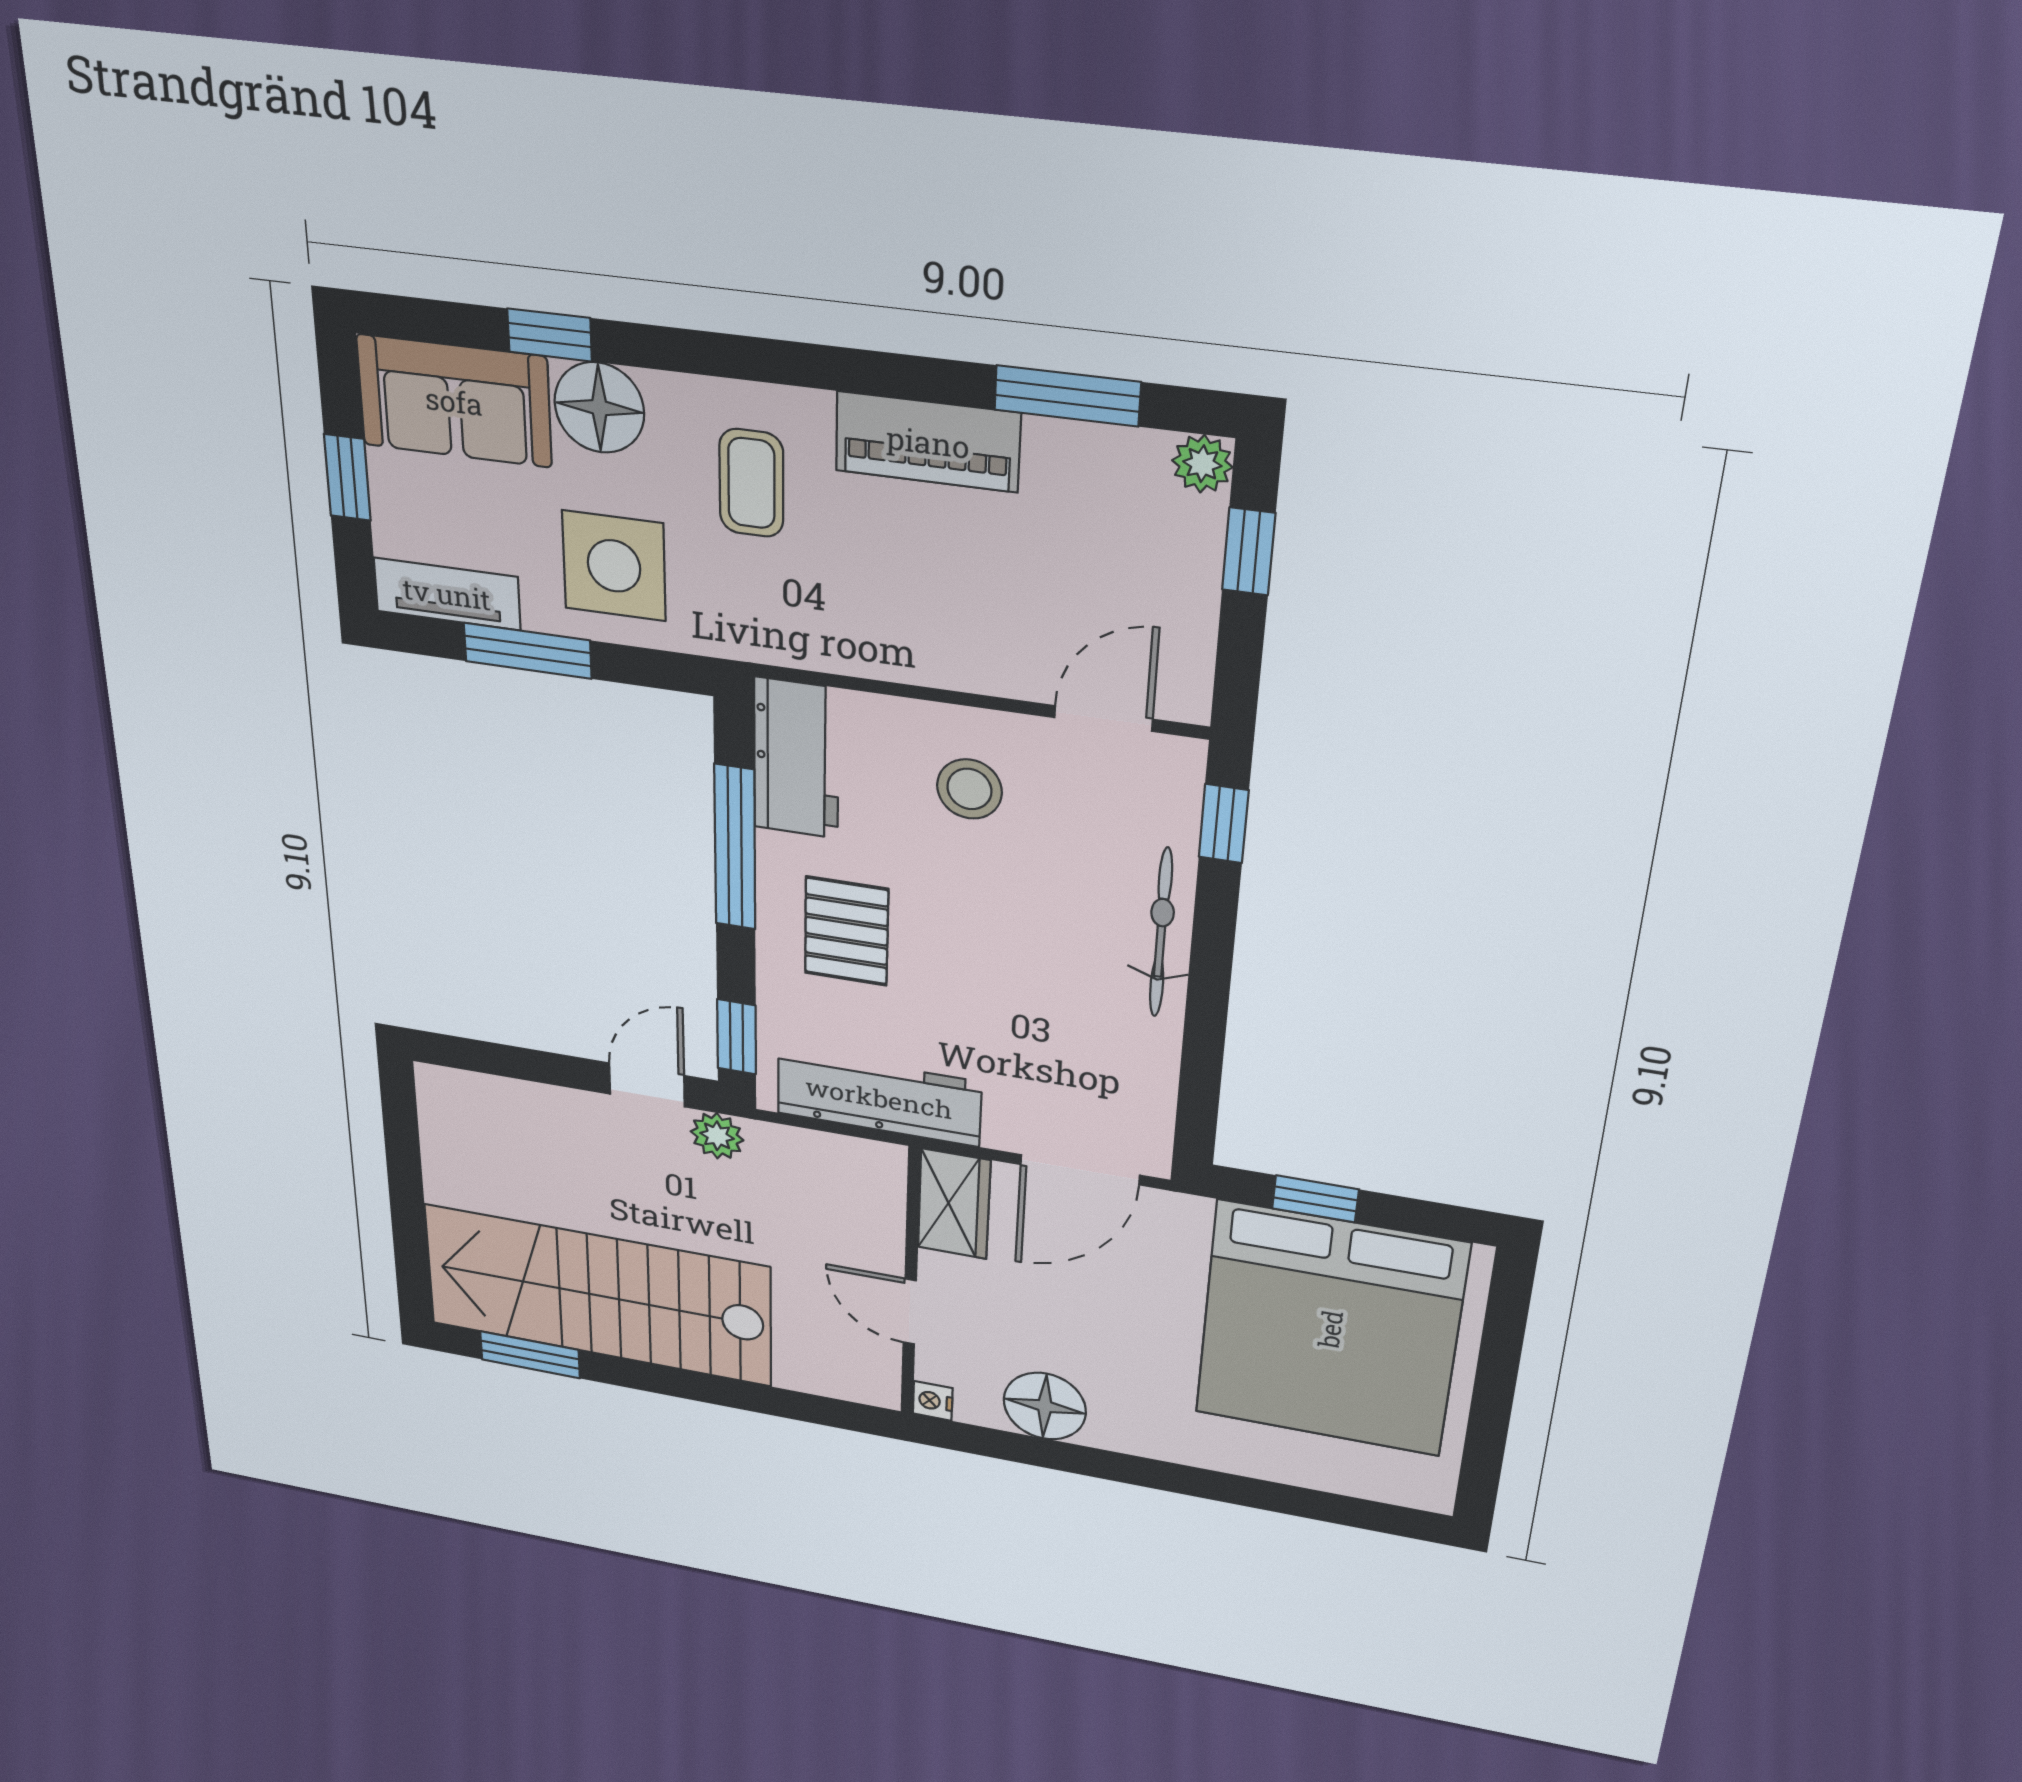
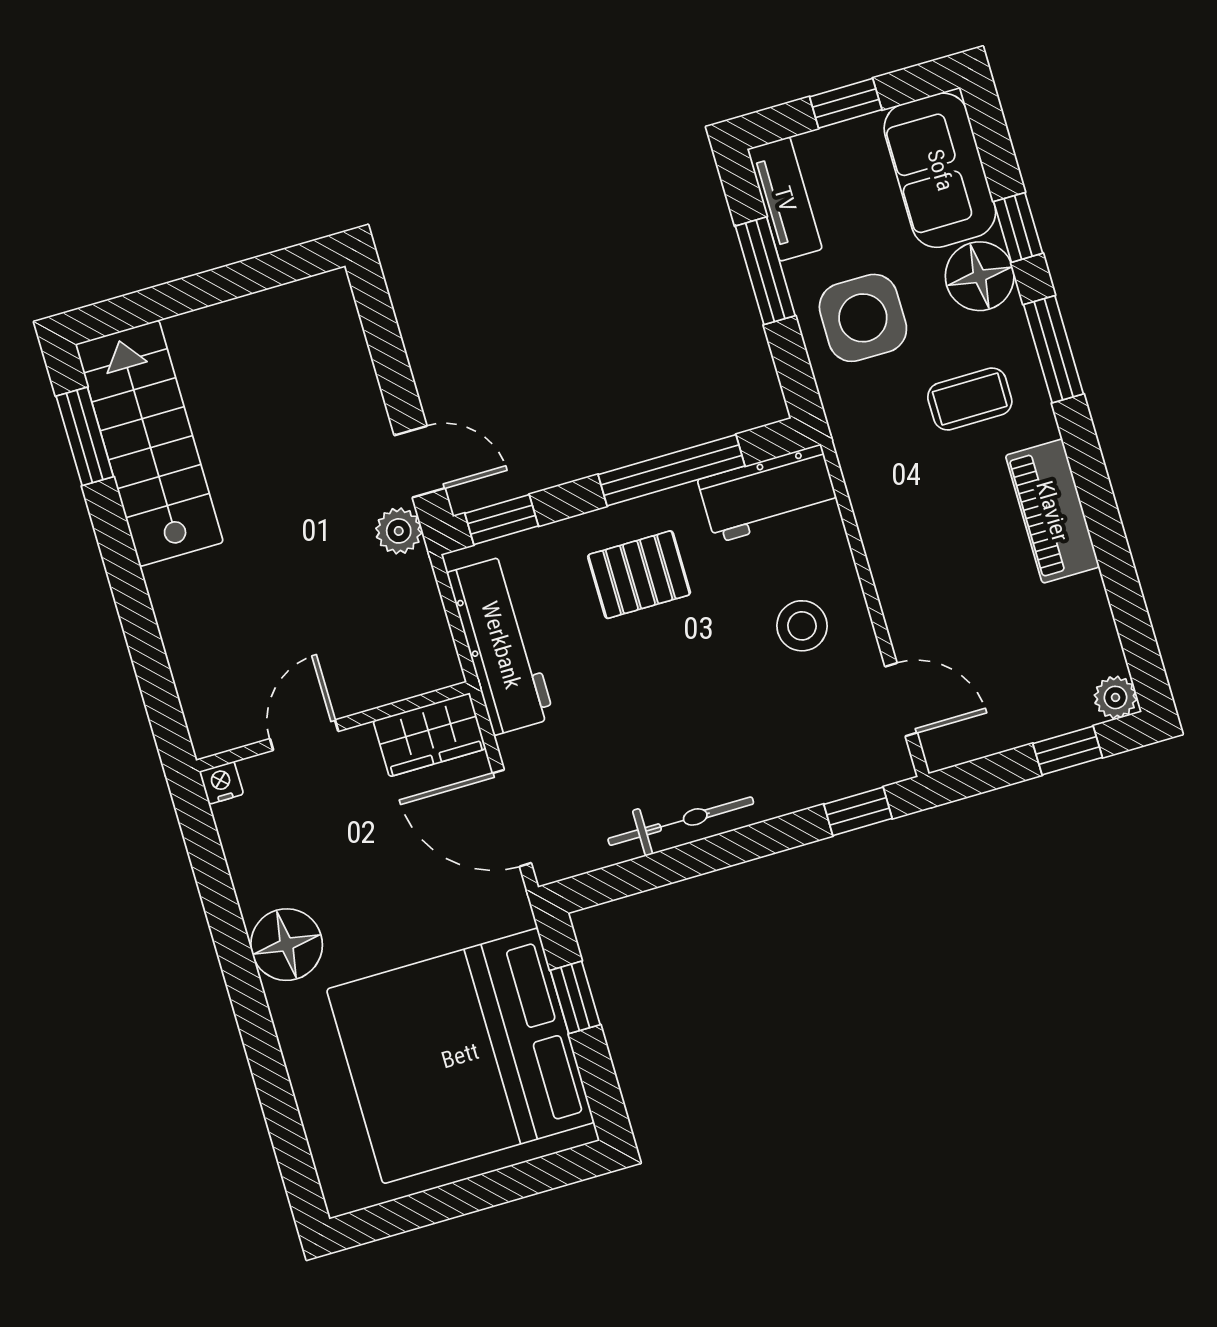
window: (1067, 396) -> (1054, 349), moved
bicycle: (1161, 933) -> (681, 821), moved
stairs: (598, 1295) -> (149, 443), width x0.73, depth x0.66
floor lamp: (1045, 1406) -> (287, 945), moved

